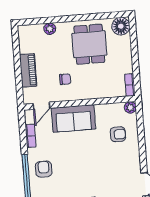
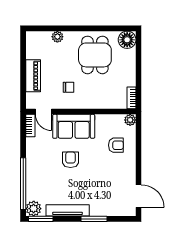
door: (42, 106) -> (43, 112), hinge flipped
bookcase: (30, 136) -> (30, 126), moved
armchair: (44, 169) -> (70, 160), moved

